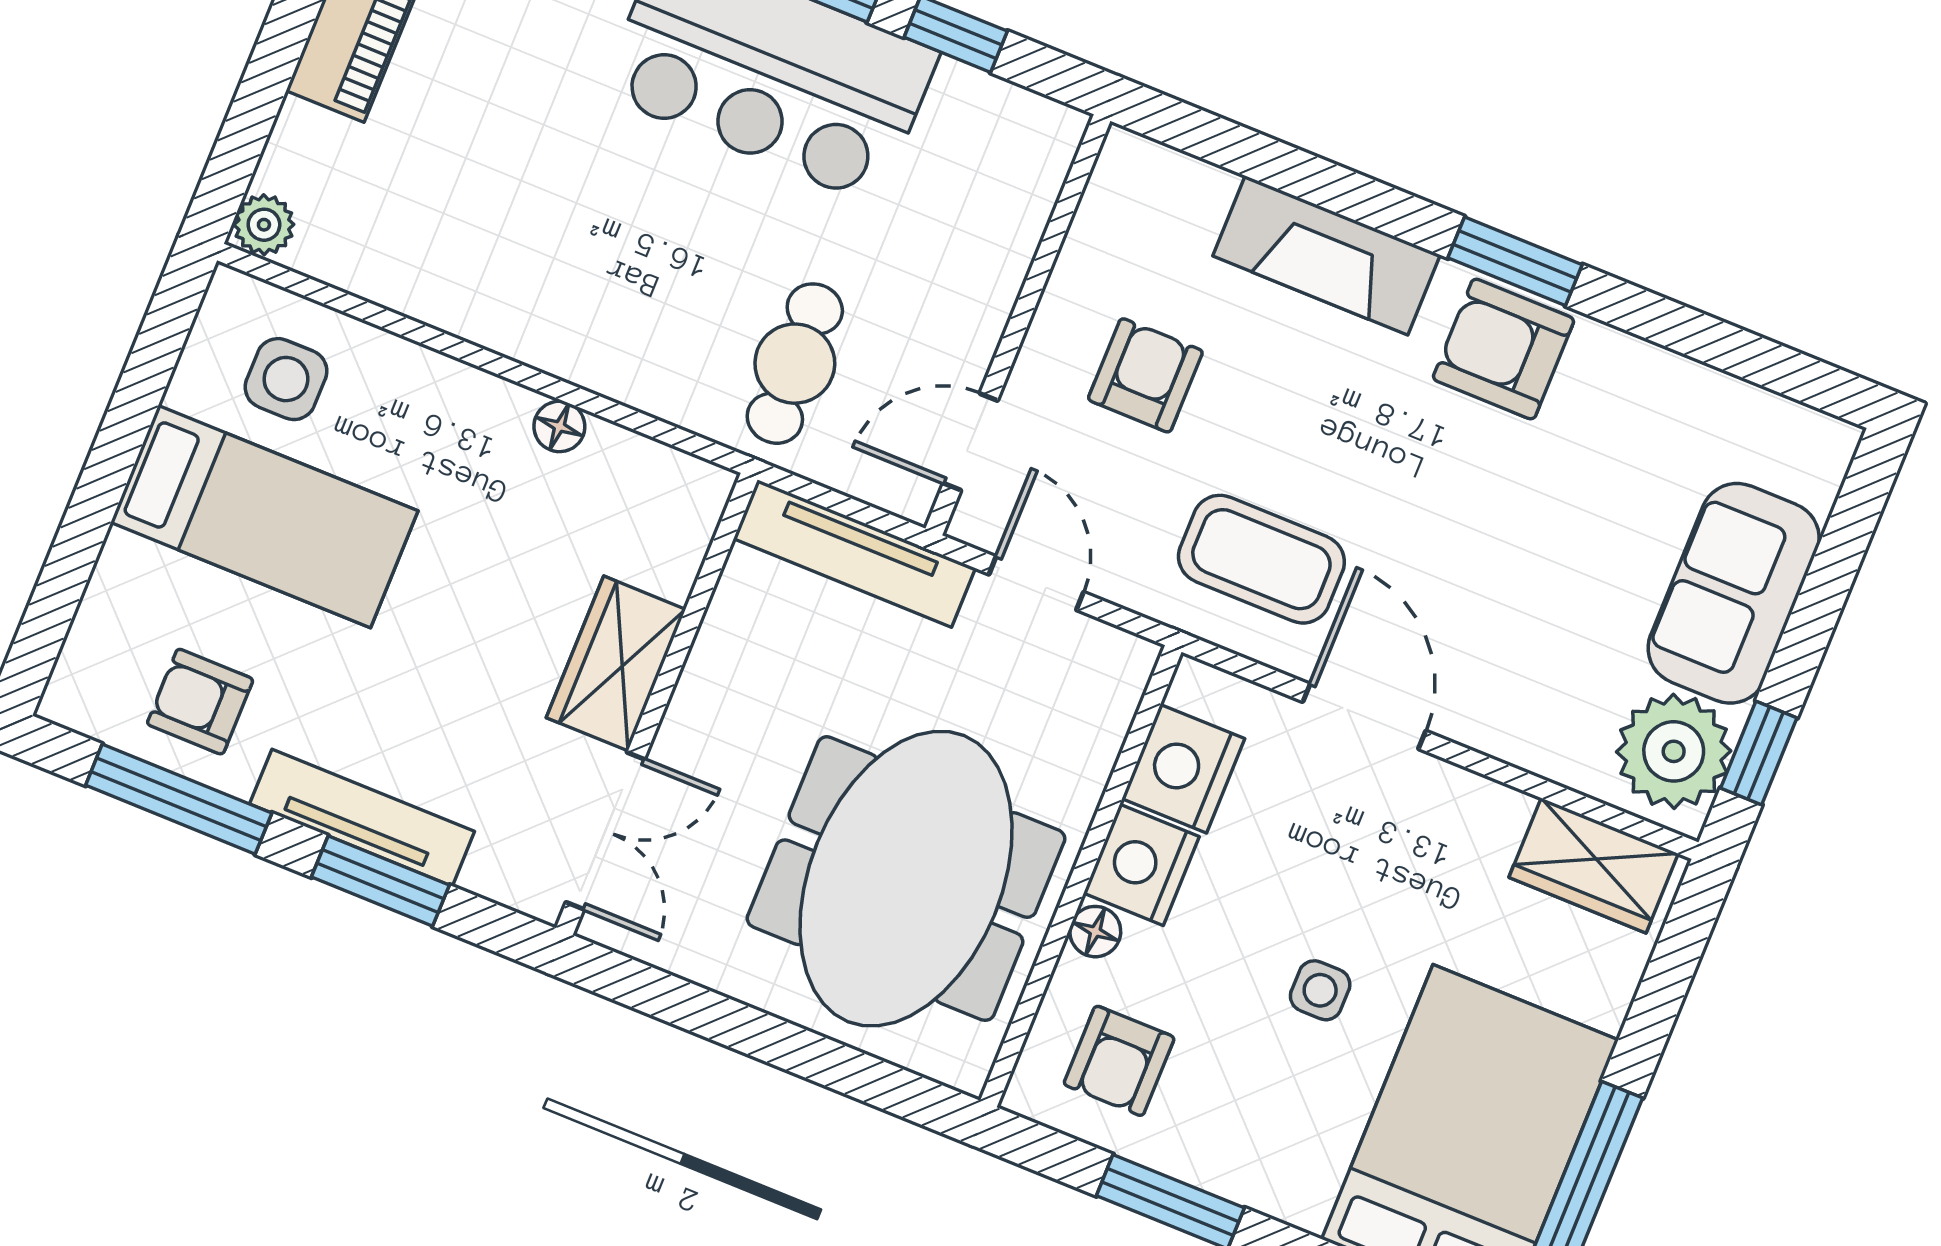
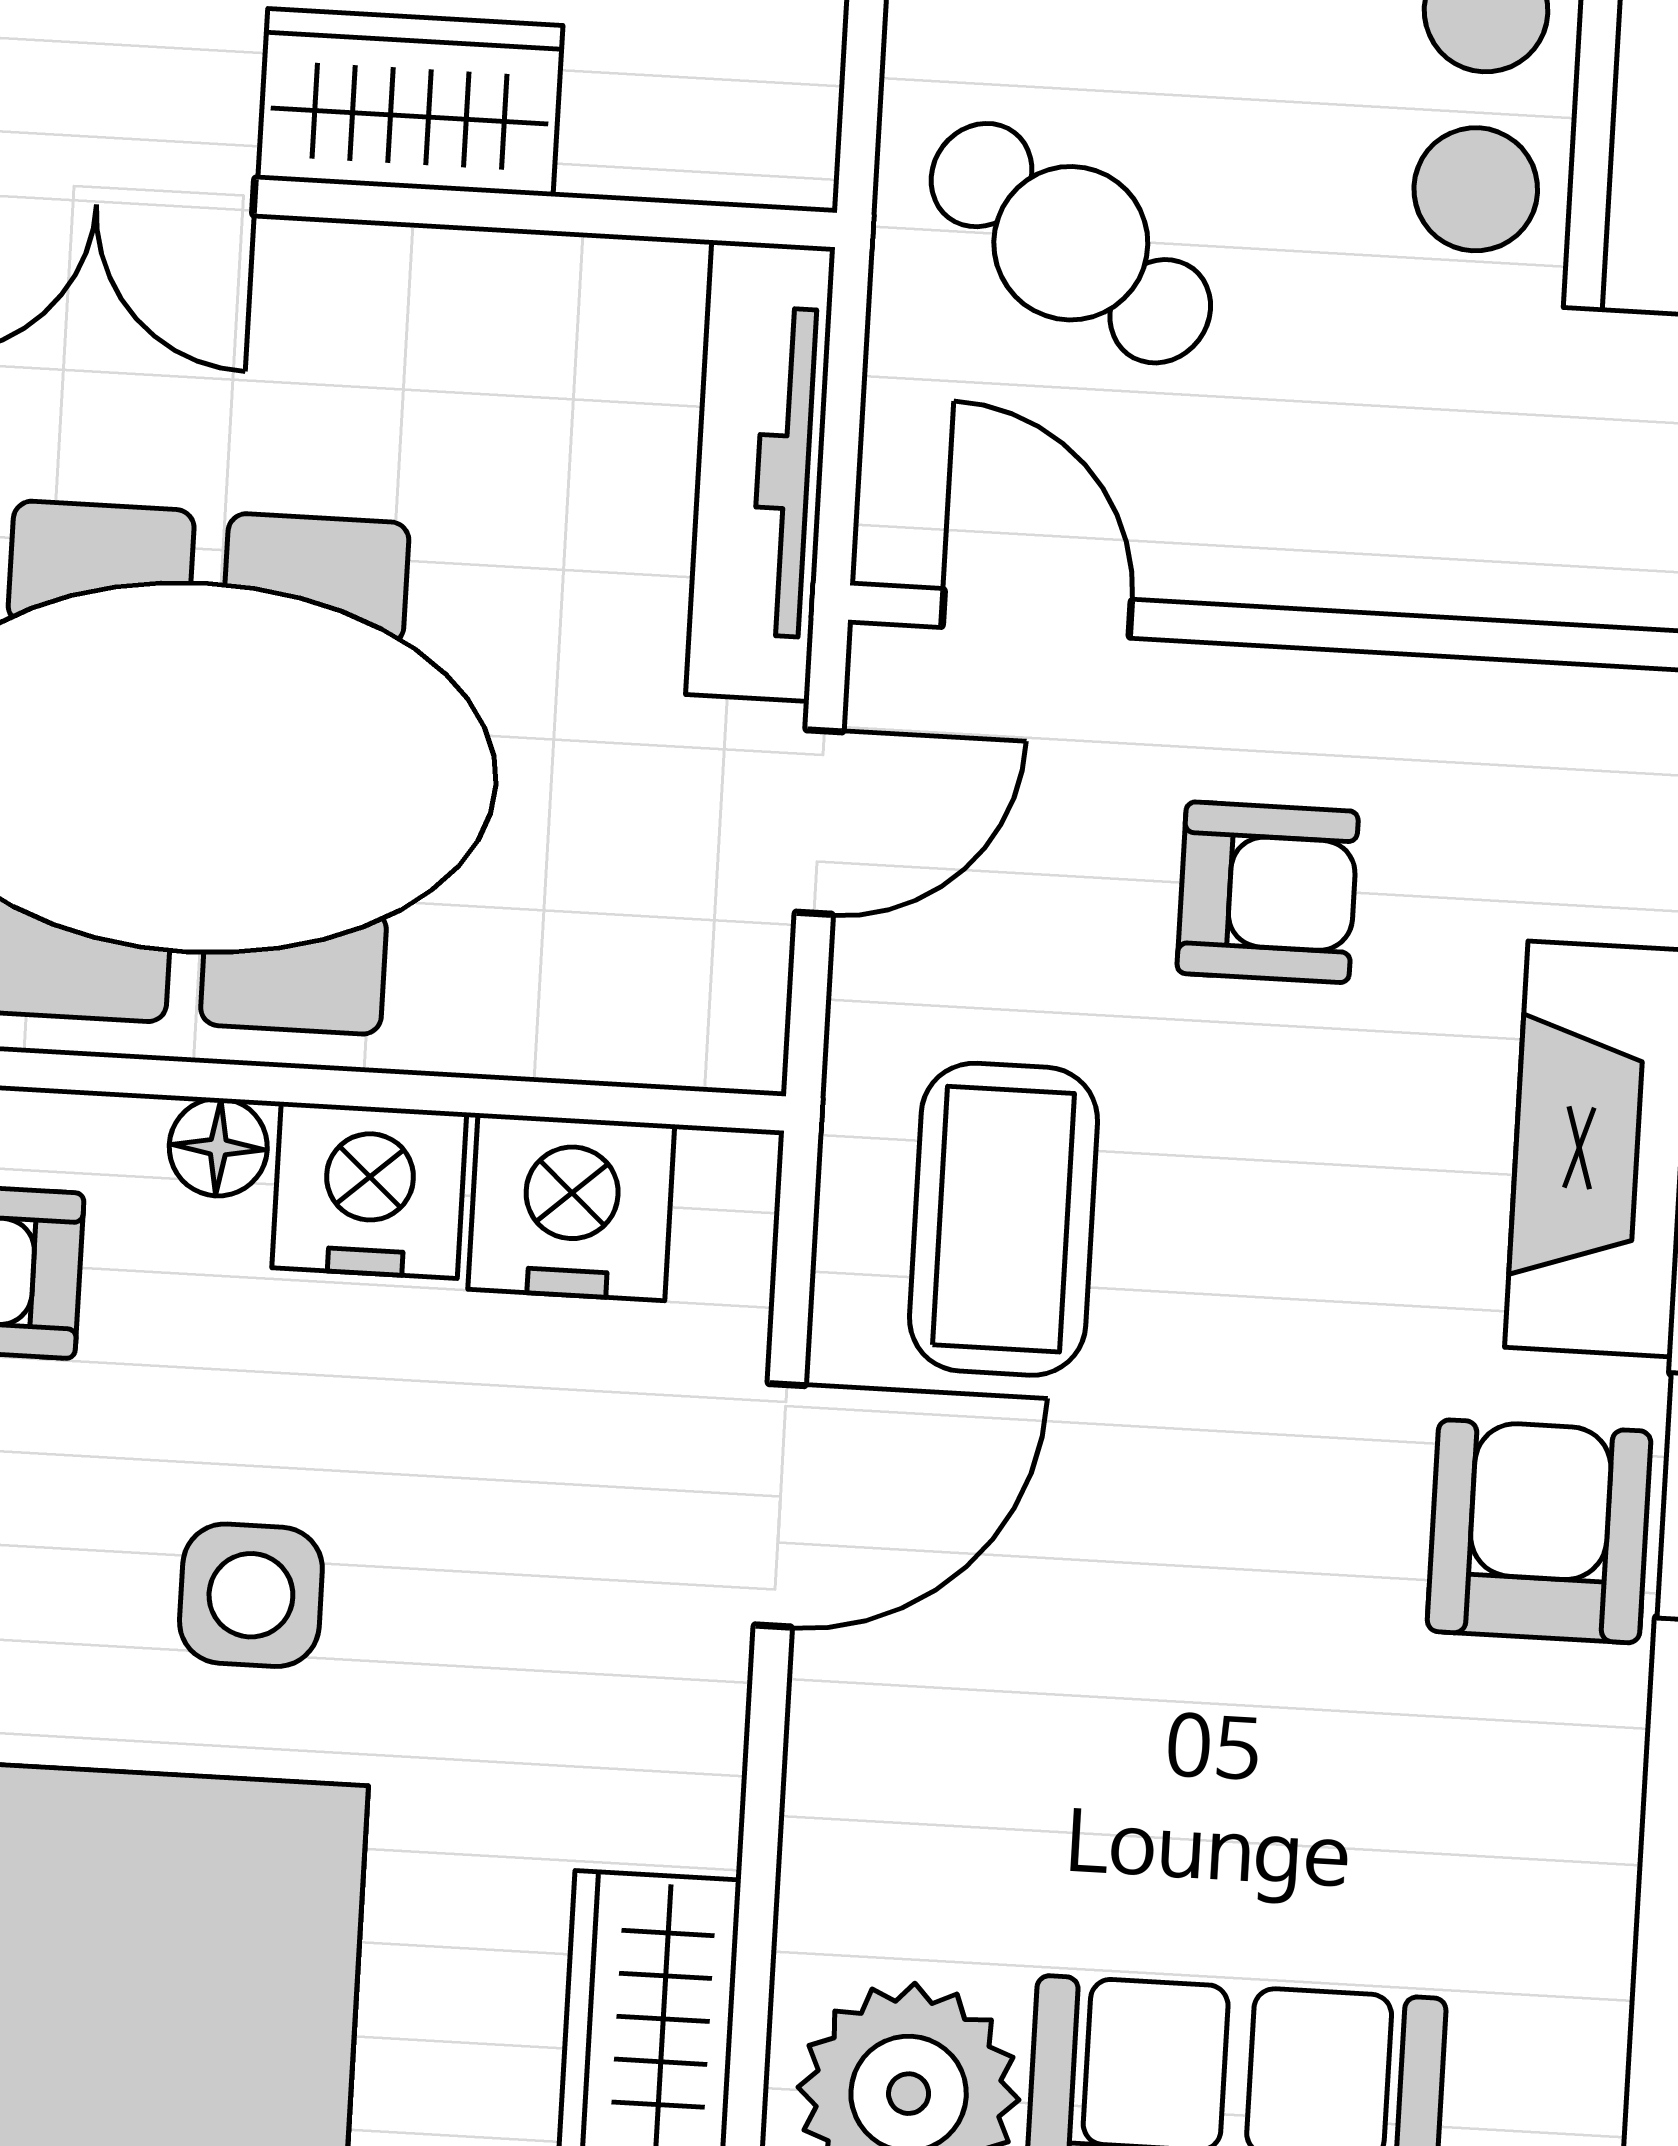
cafe table: (795, 364) -> (1071, 243), turned 36
side table: (1320, 990) -> (251, 1595), width x1.37, depth x1.37

